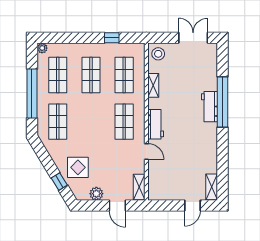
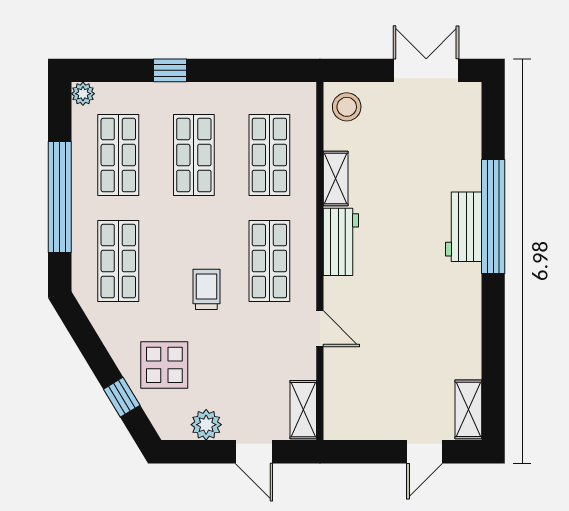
window: (112, 38) -> (170, 70), moved
workbench: (156, 124) -> (341, 242), moved
trolley: (96, 134) -> (206, 289), added

